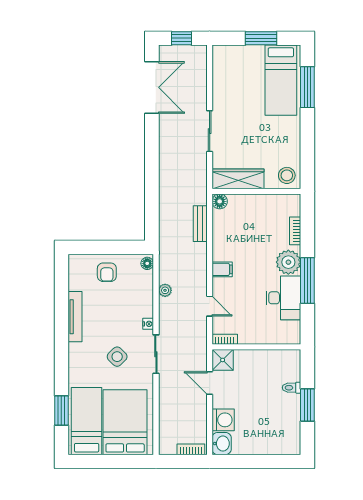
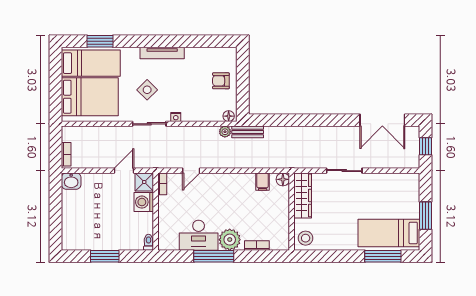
bench: (200, 224) -> (248, 132), moved
filing cabinet: (222, 269) -> (263, 182), moved
plant: (165, 290) -> (225, 132), moved
tv unit: (75, 317) -> (162, 53), moved
toilet: (292, 388) -> (149, 242), moved
washing machine: (223, 420) -> (144, 202), moved, turned 90

